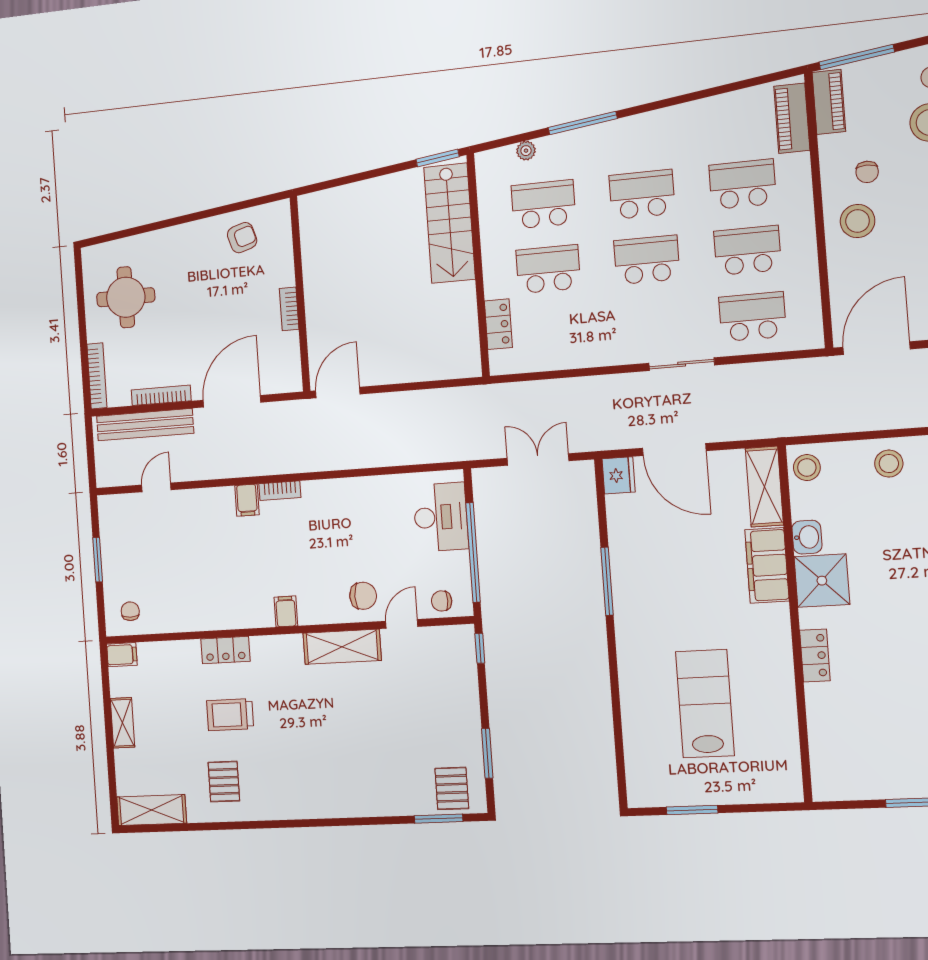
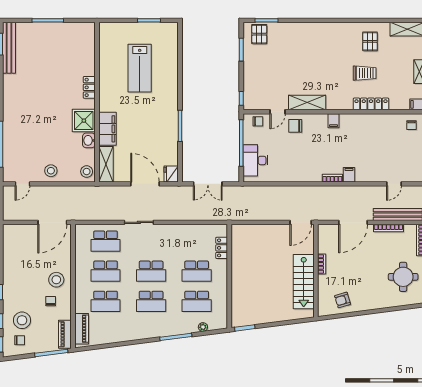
stairs: (449, 223) -> (304, 282), moved, turned 180
locker: (225, 650) -> (371, 104), width x1.53

